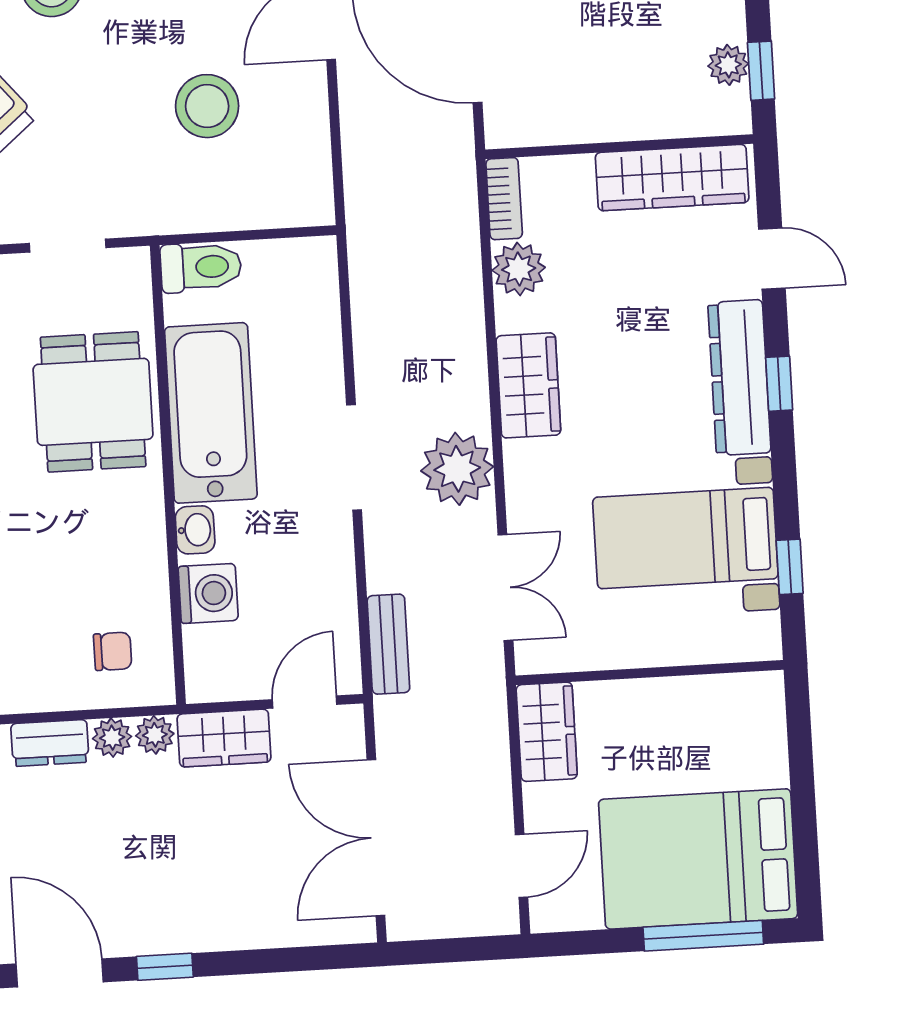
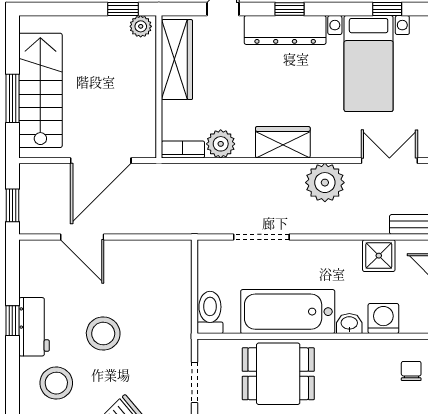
plant: (728, 65) -> (141, 26), moved
stool: (207, 106) -> (103, 334), moved
doorway: (354, 457) -> (261, 237), moved
shower: (326, 578) -> (379, 256), added

